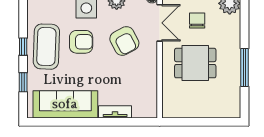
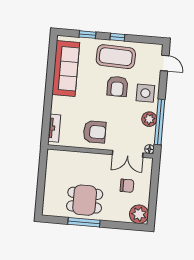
armchair: (124, 41) -> (95, 132), moved, turned -152
dining table: (195, 63) -> (85, 200), moved, turned 90
tv unit: (115, 112) -> (54, 128), moved

